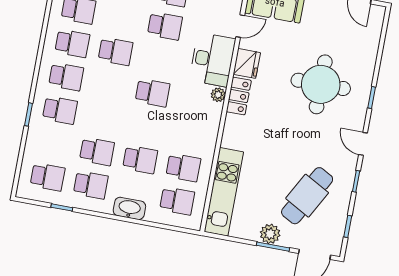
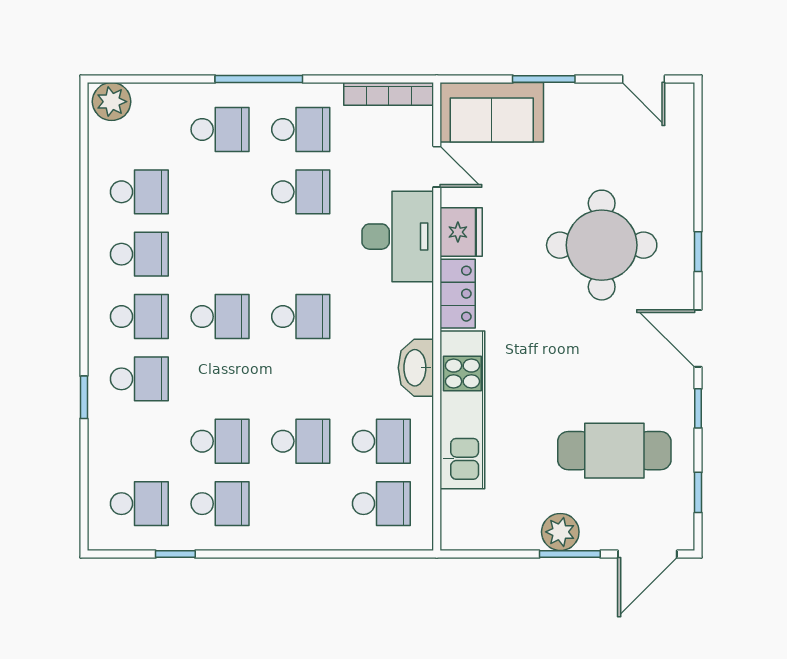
door: (240, 26) -> (437, 167), hinge flipped
school desk: (116, 51) -> (220, 317), moved
plant: (218, 95) -> (420, 298), removed
door: (363, 144) -> (698, 338), width x1.37
kitchen unit: (224, 192) -> (462, 410), moved
cafe table: (307, 196) -> (614, 451), turned 61
washbasin: (129, 208) -> (416, 368), moved, turned -90

